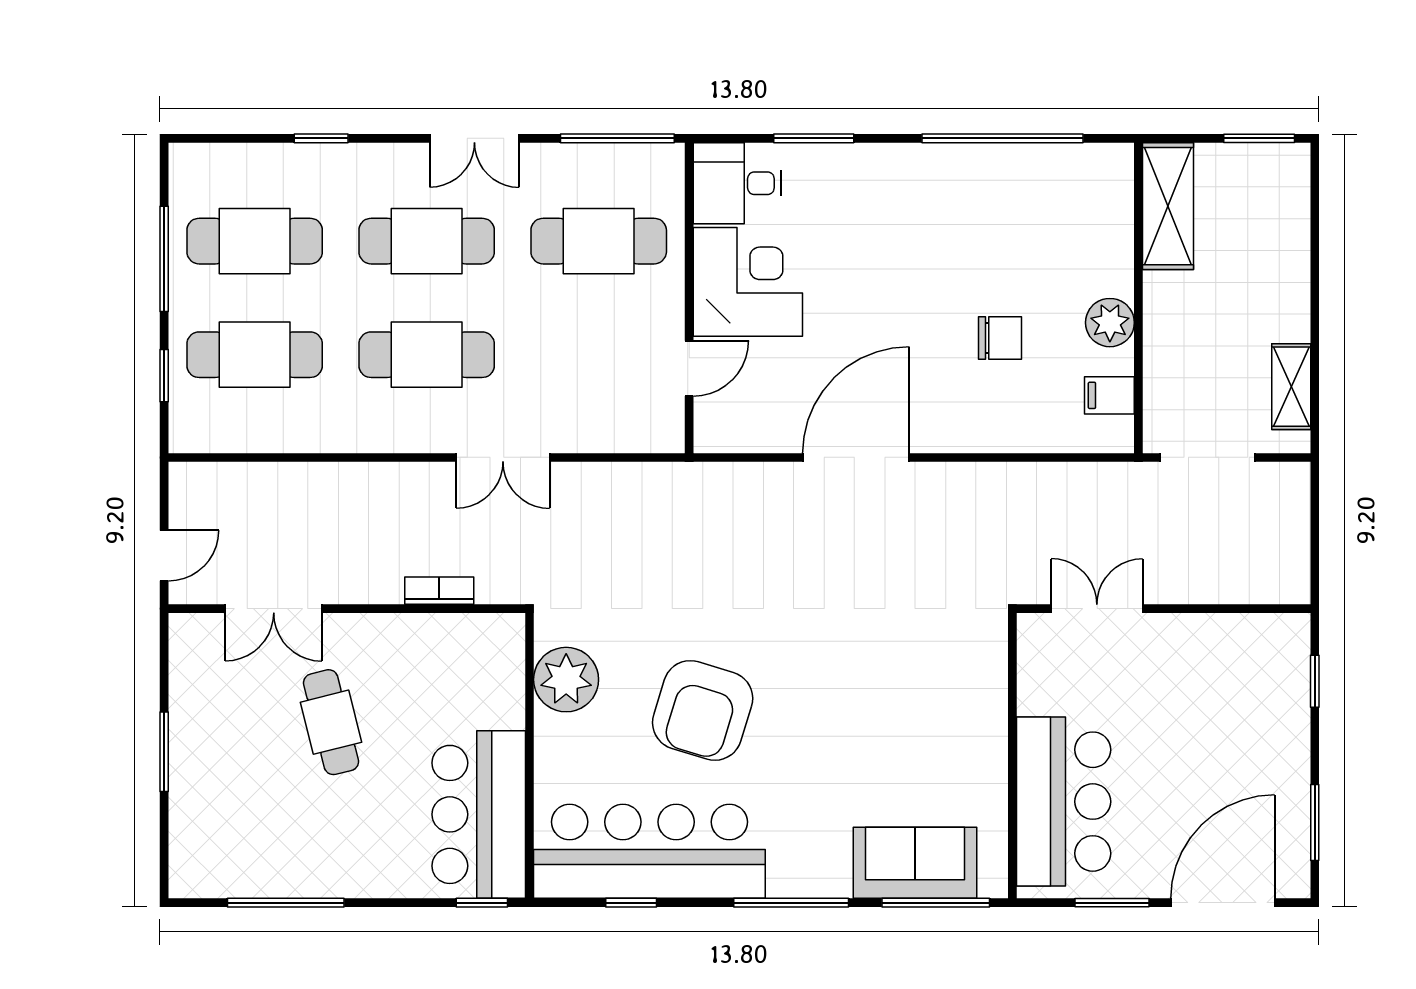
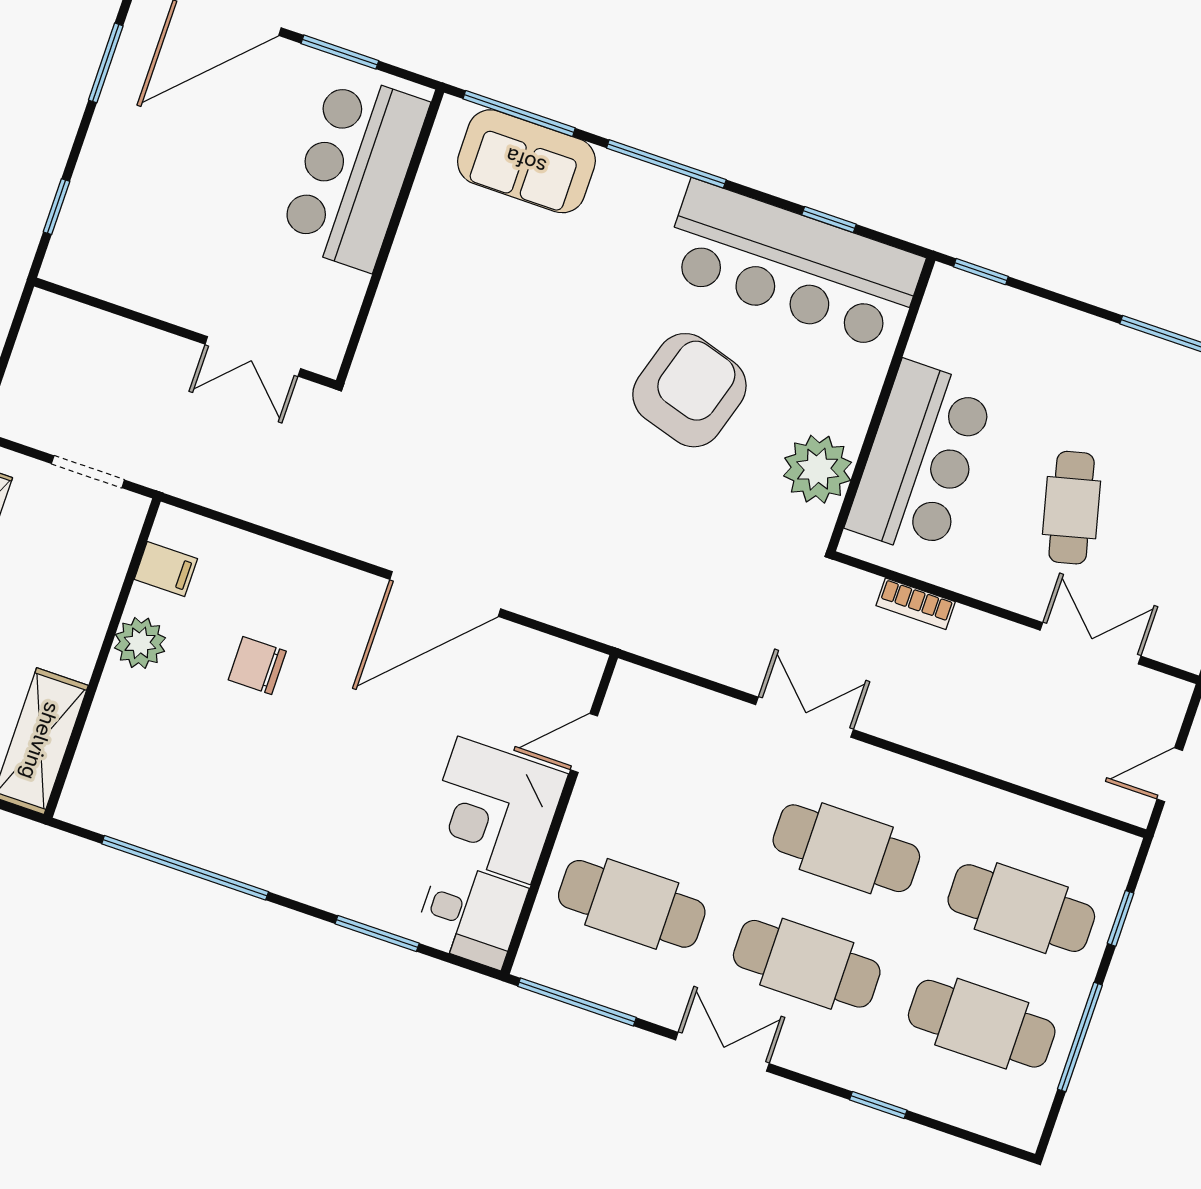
doorway: (1207, 457) -> (88, 472), width x0.73
door: (164, 556) -> (1170, 775), moved
bar counter: (479, 814) -> (920, 459), moved

